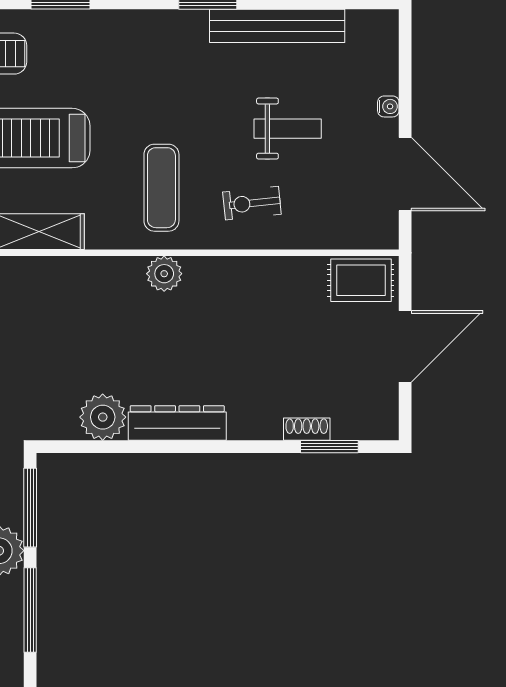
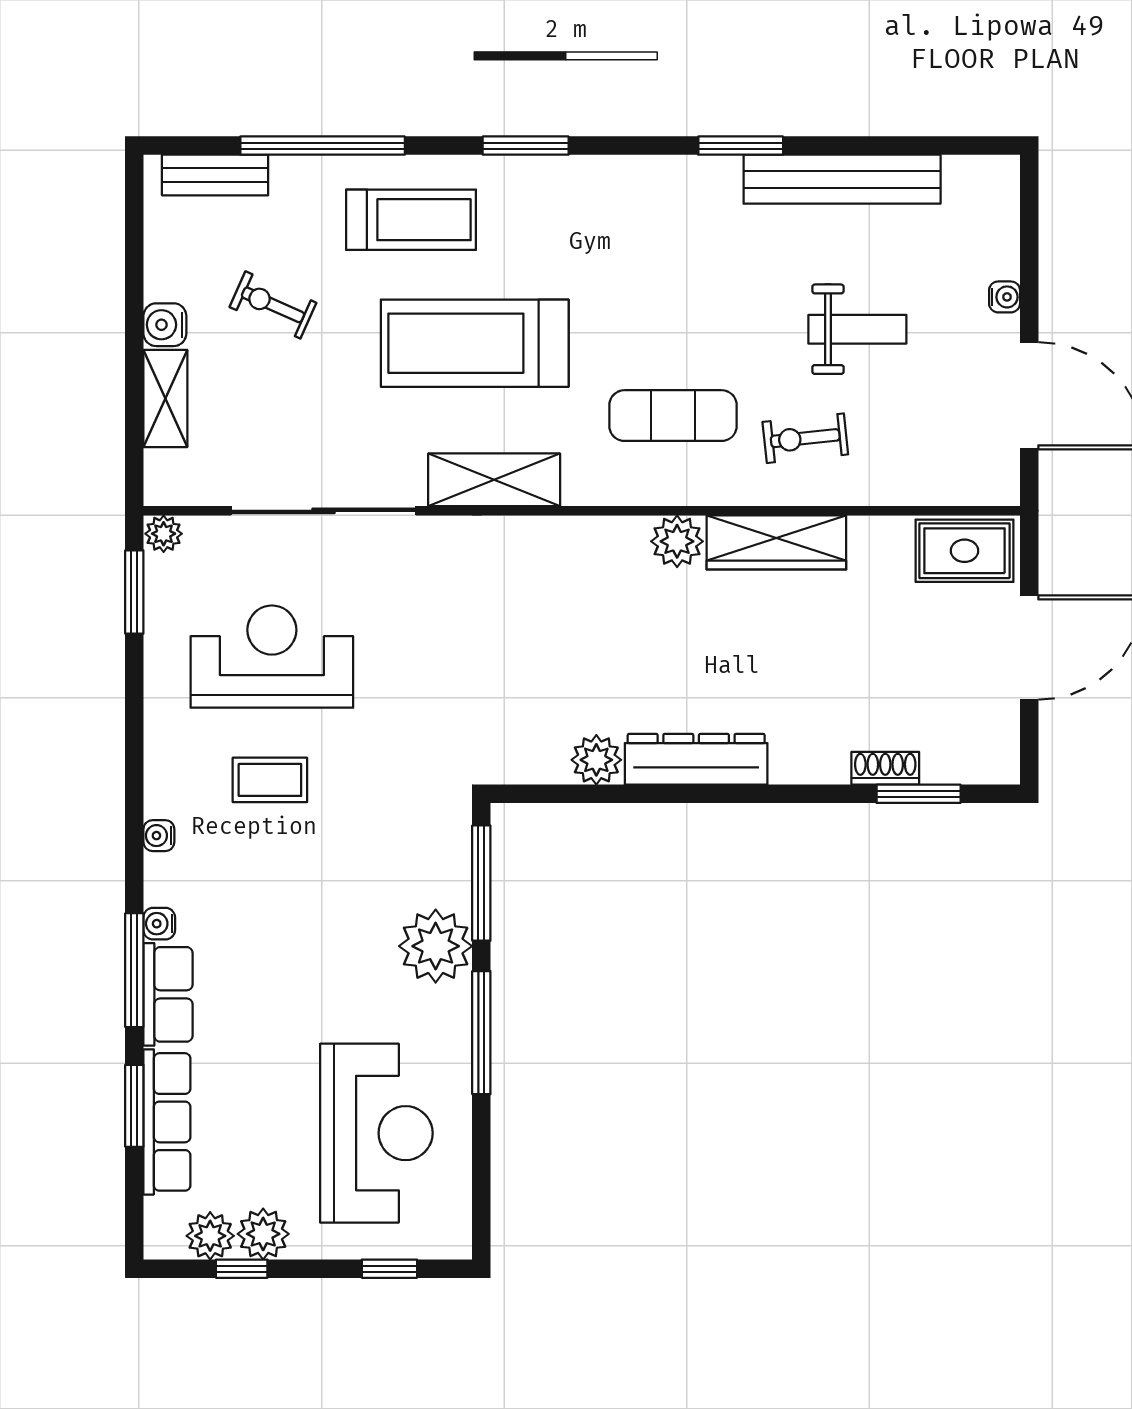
exercise mat: (161, 188) -> (673, 416), turned 90
wardrobe: (232, 274) -> (776, 542), added
plant: (103, 417) -> (596, 760), width x0.73, depth x0.73

